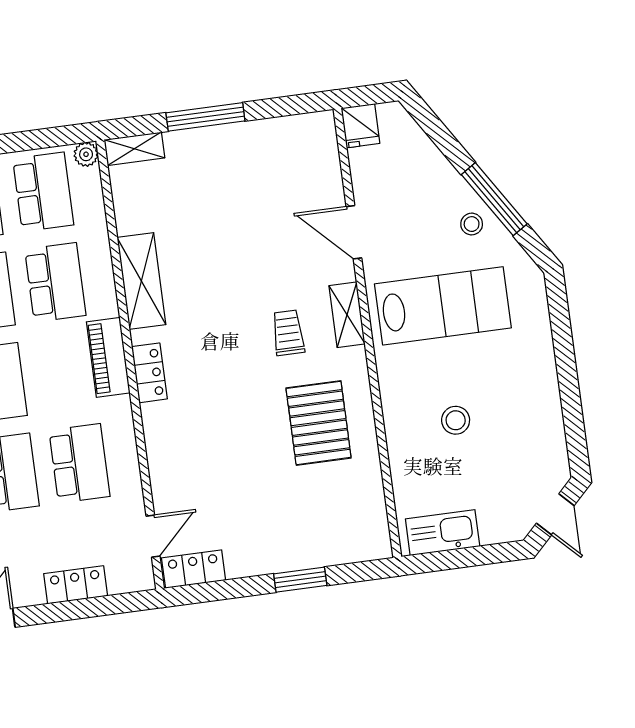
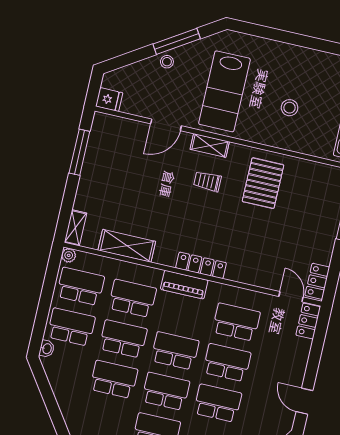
window: (205, 117) -> (79, 152), moved
stool: (472, 224) -> (167, 62), moved
shelving: (141, 281) -> (127, 246), moved
lab bench: (443, 306) -> (224, 91), turned 180
locker: (149, 373) -> (201, 265), width x1.53
pallet: (319, 423) -> (263, 183), turned 90
locker: (76, 585) -> (308, 321), moved

